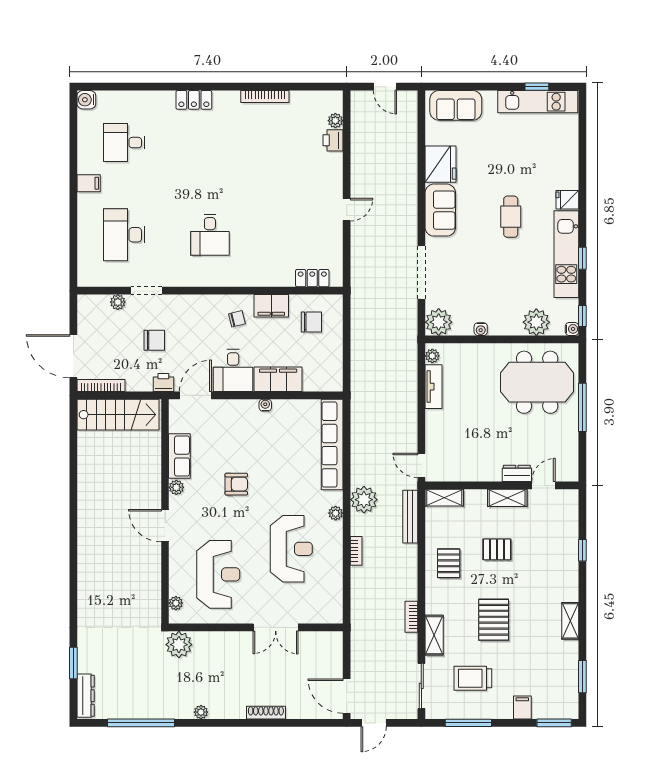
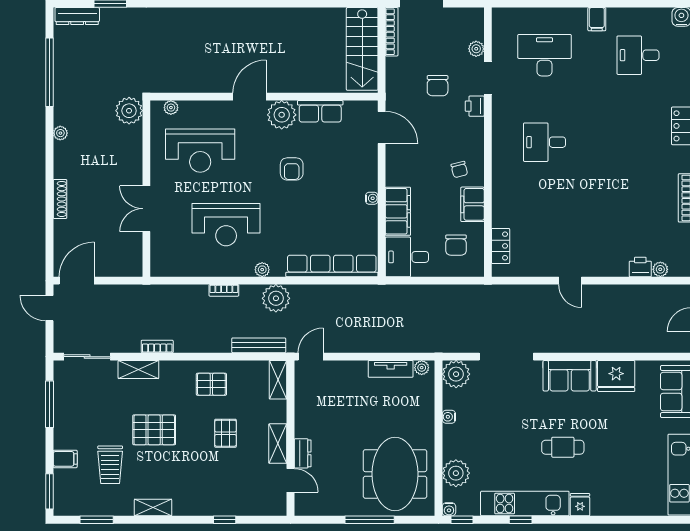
desk: (124, 143) -> (638, 55), turned -90
desk: (233, 370) -> (407, 257), moved
printer: (163, 382) -> (475, 106), moved, turned 180
plant: (176, 487) -> (282, 115), width x1.87, depth x1.87
trolley: (473, 678) -> (110, 465), moved, turned 180

